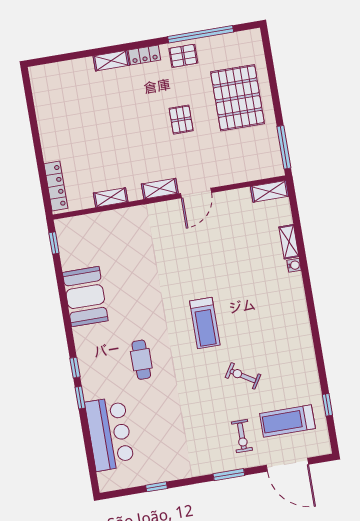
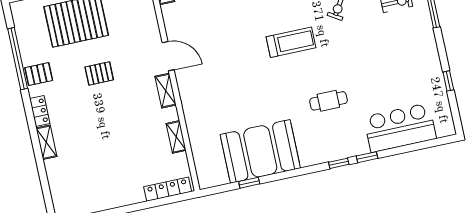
pallet: (183, 56) -> (39, 74), turned 90
window: (54, 243) -> (249, 183), moved
booth: (85, 297) -> (260, 151), width x1.36, depth x1.42

